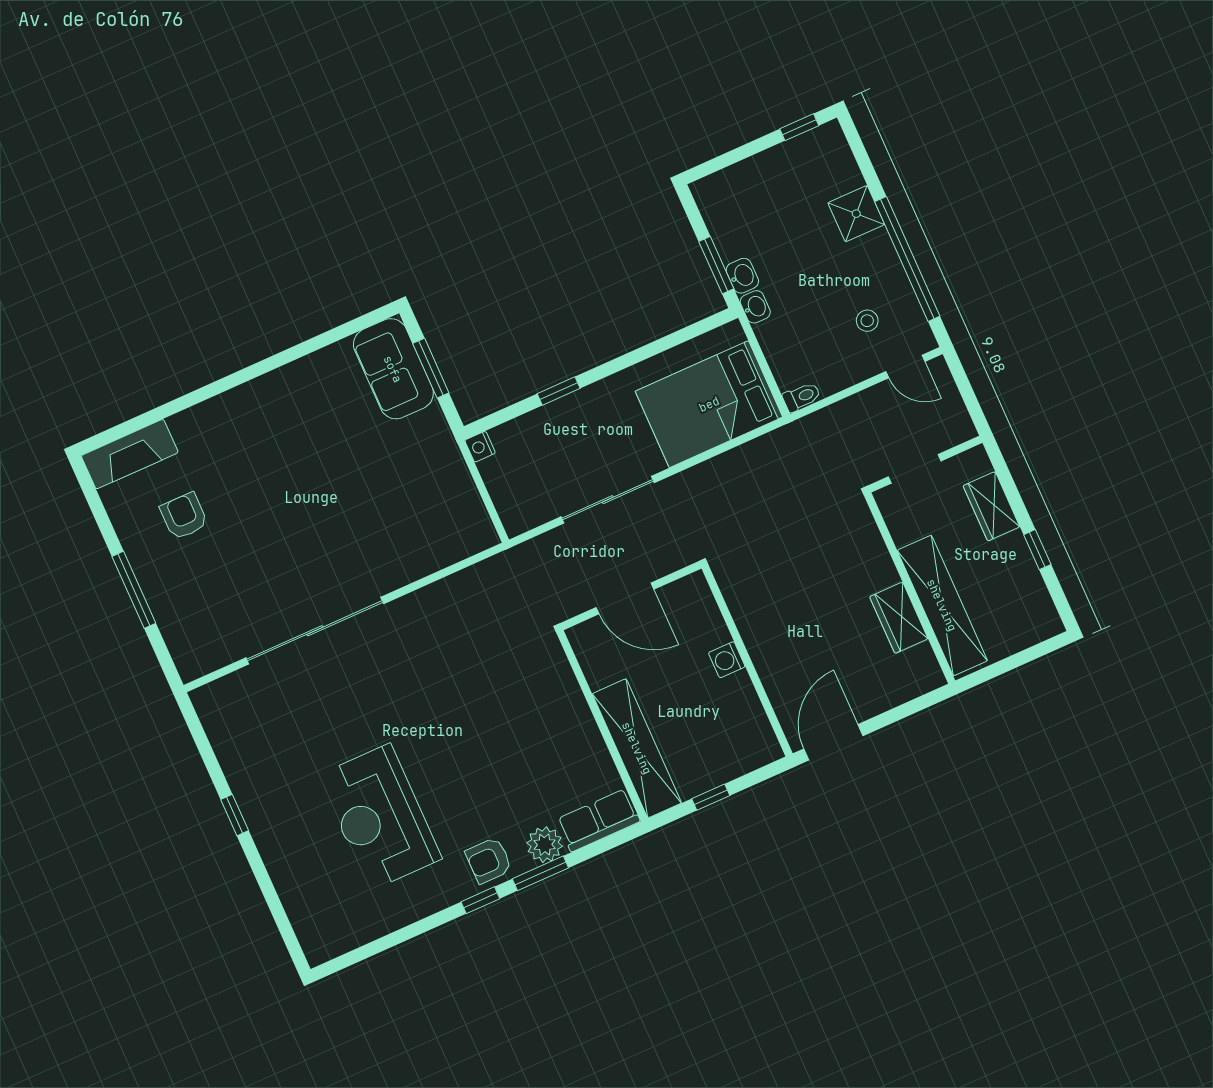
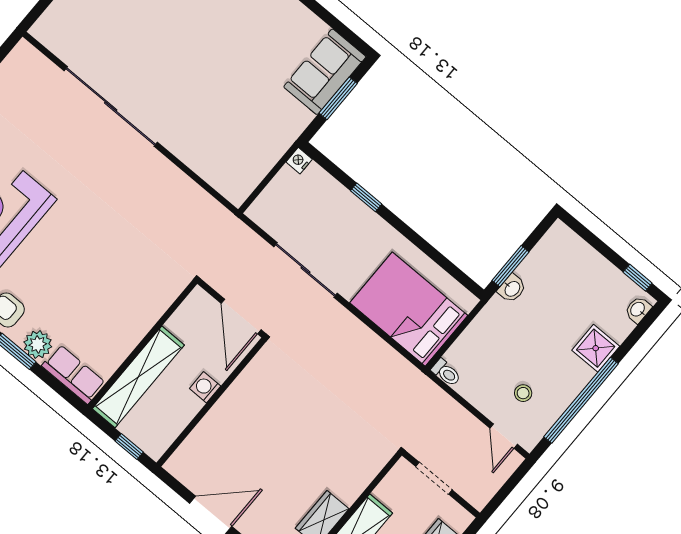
washbasin: (755, 307) -> (638, 310), moved, turned 180
washing machine: (727, 660) -> (205, 387), moved
wall: (747, 661) -> (211, 402), moved

